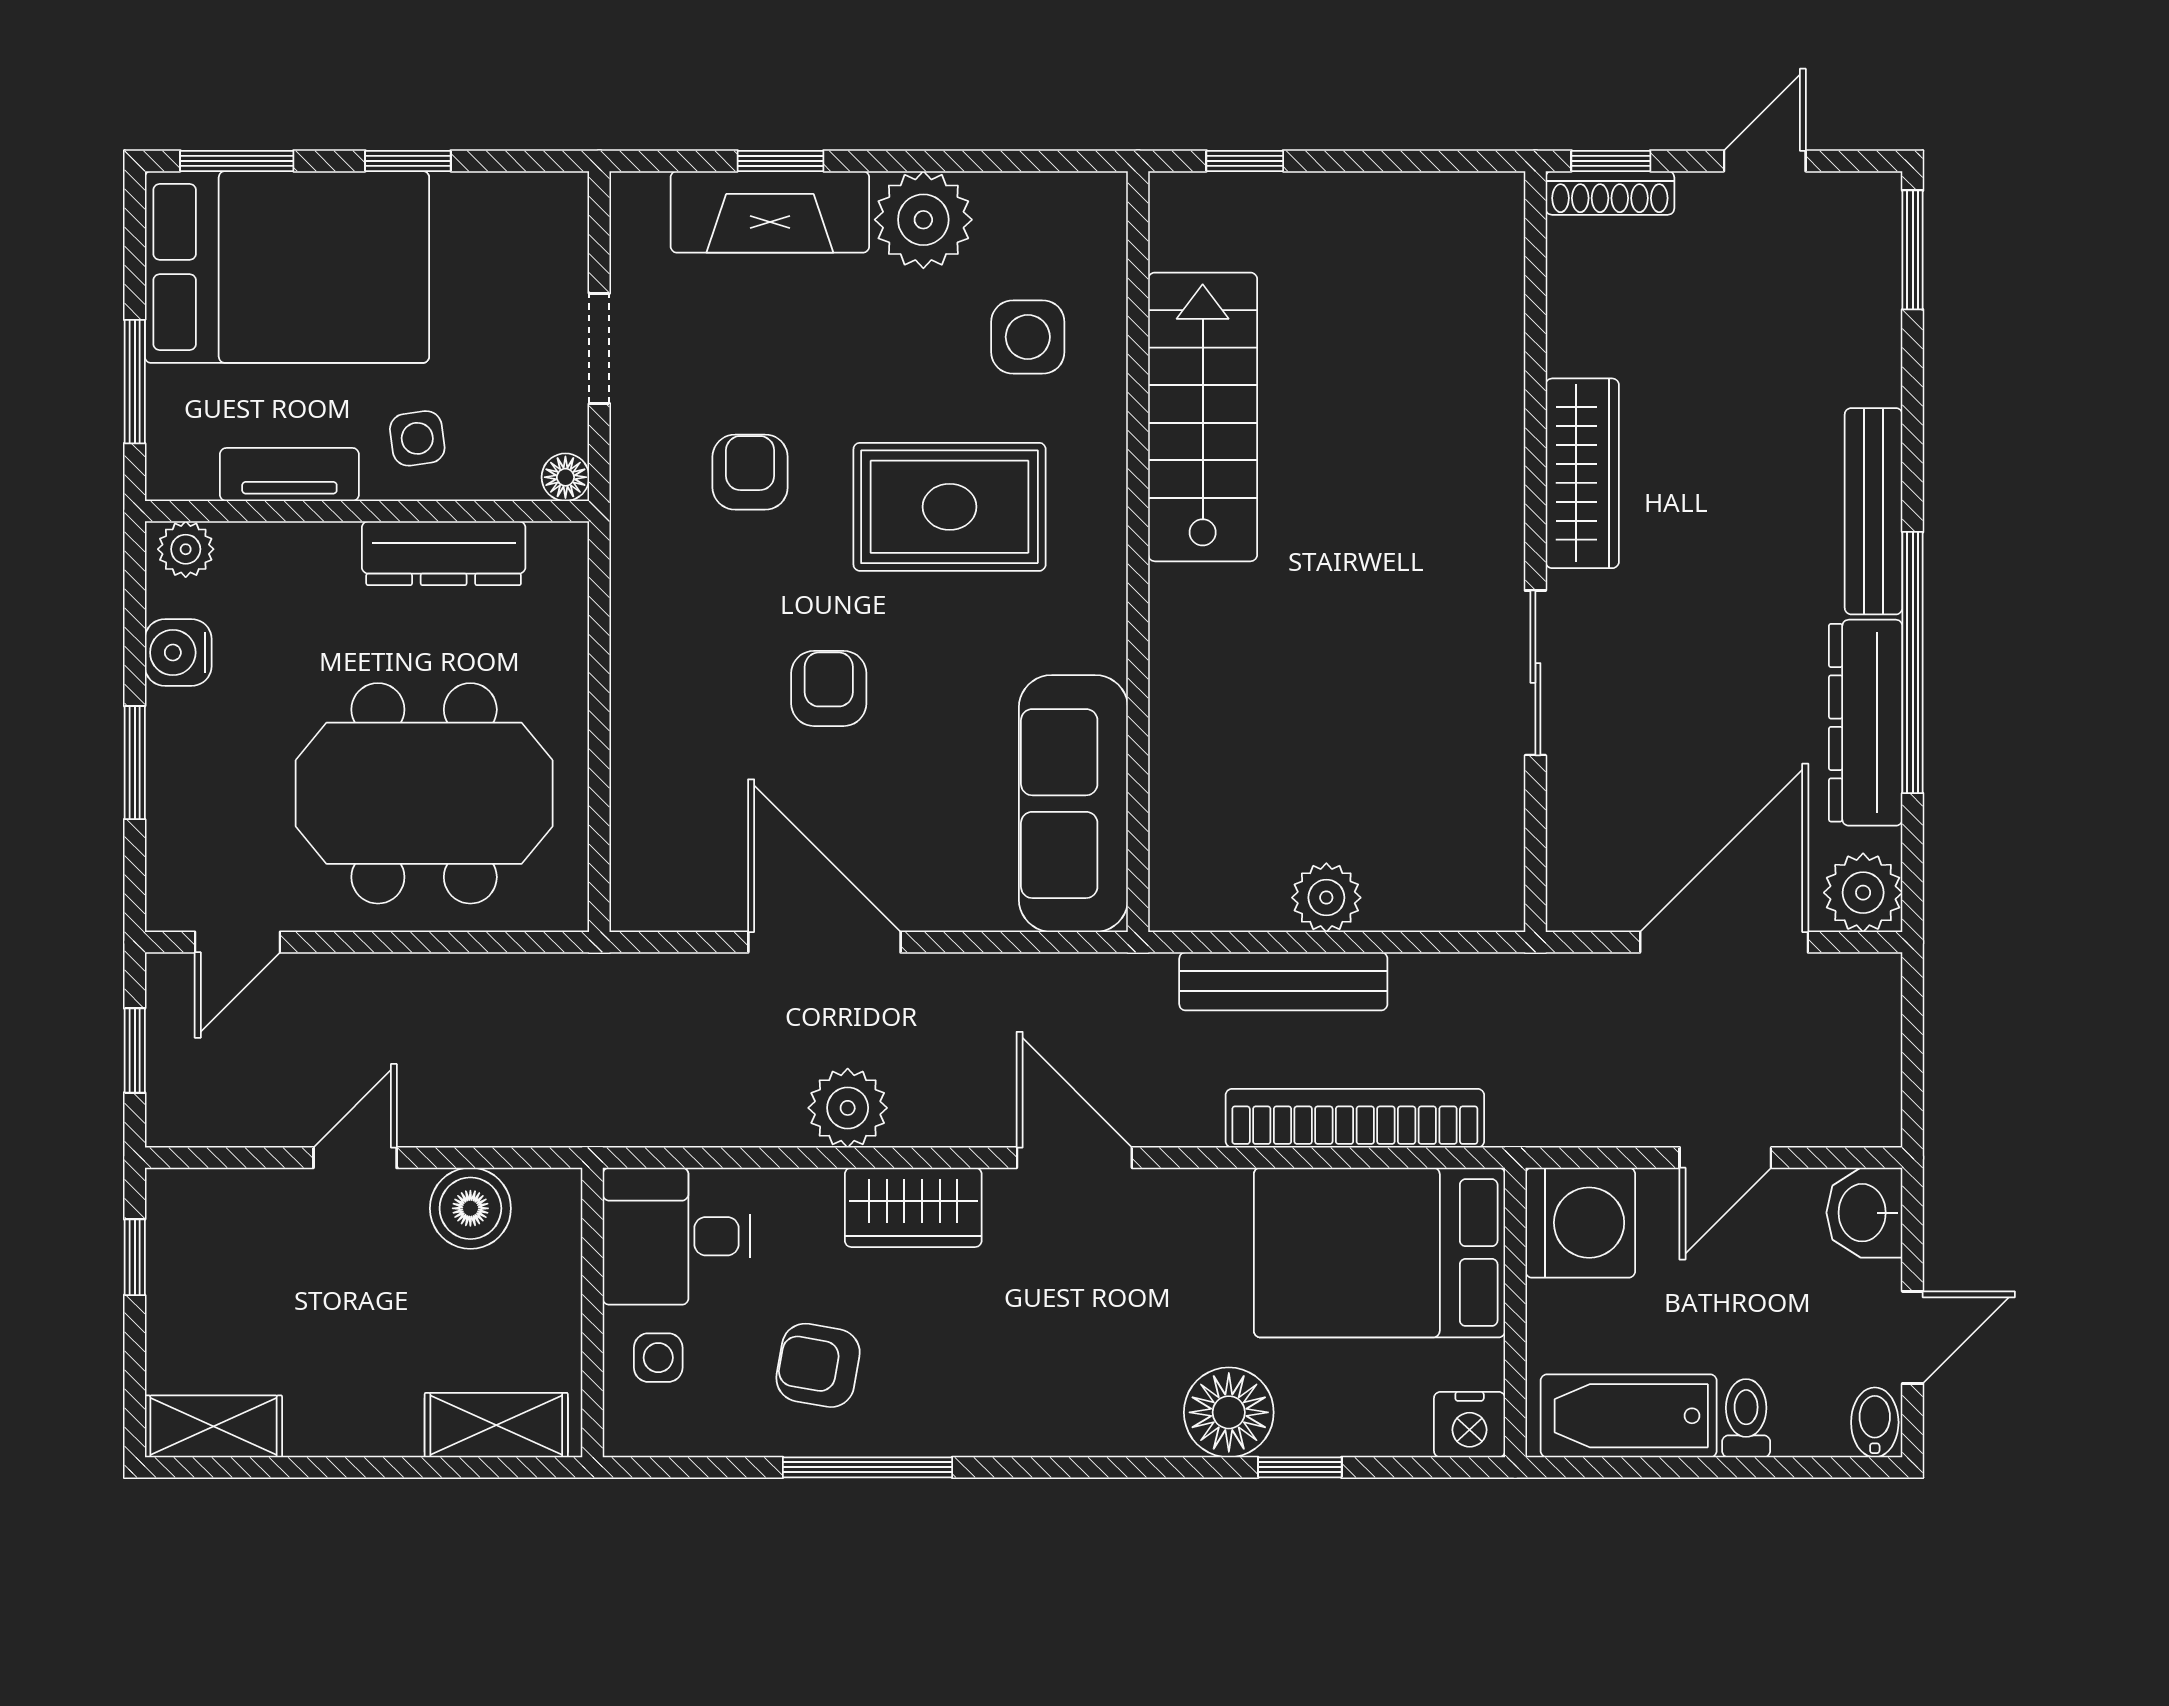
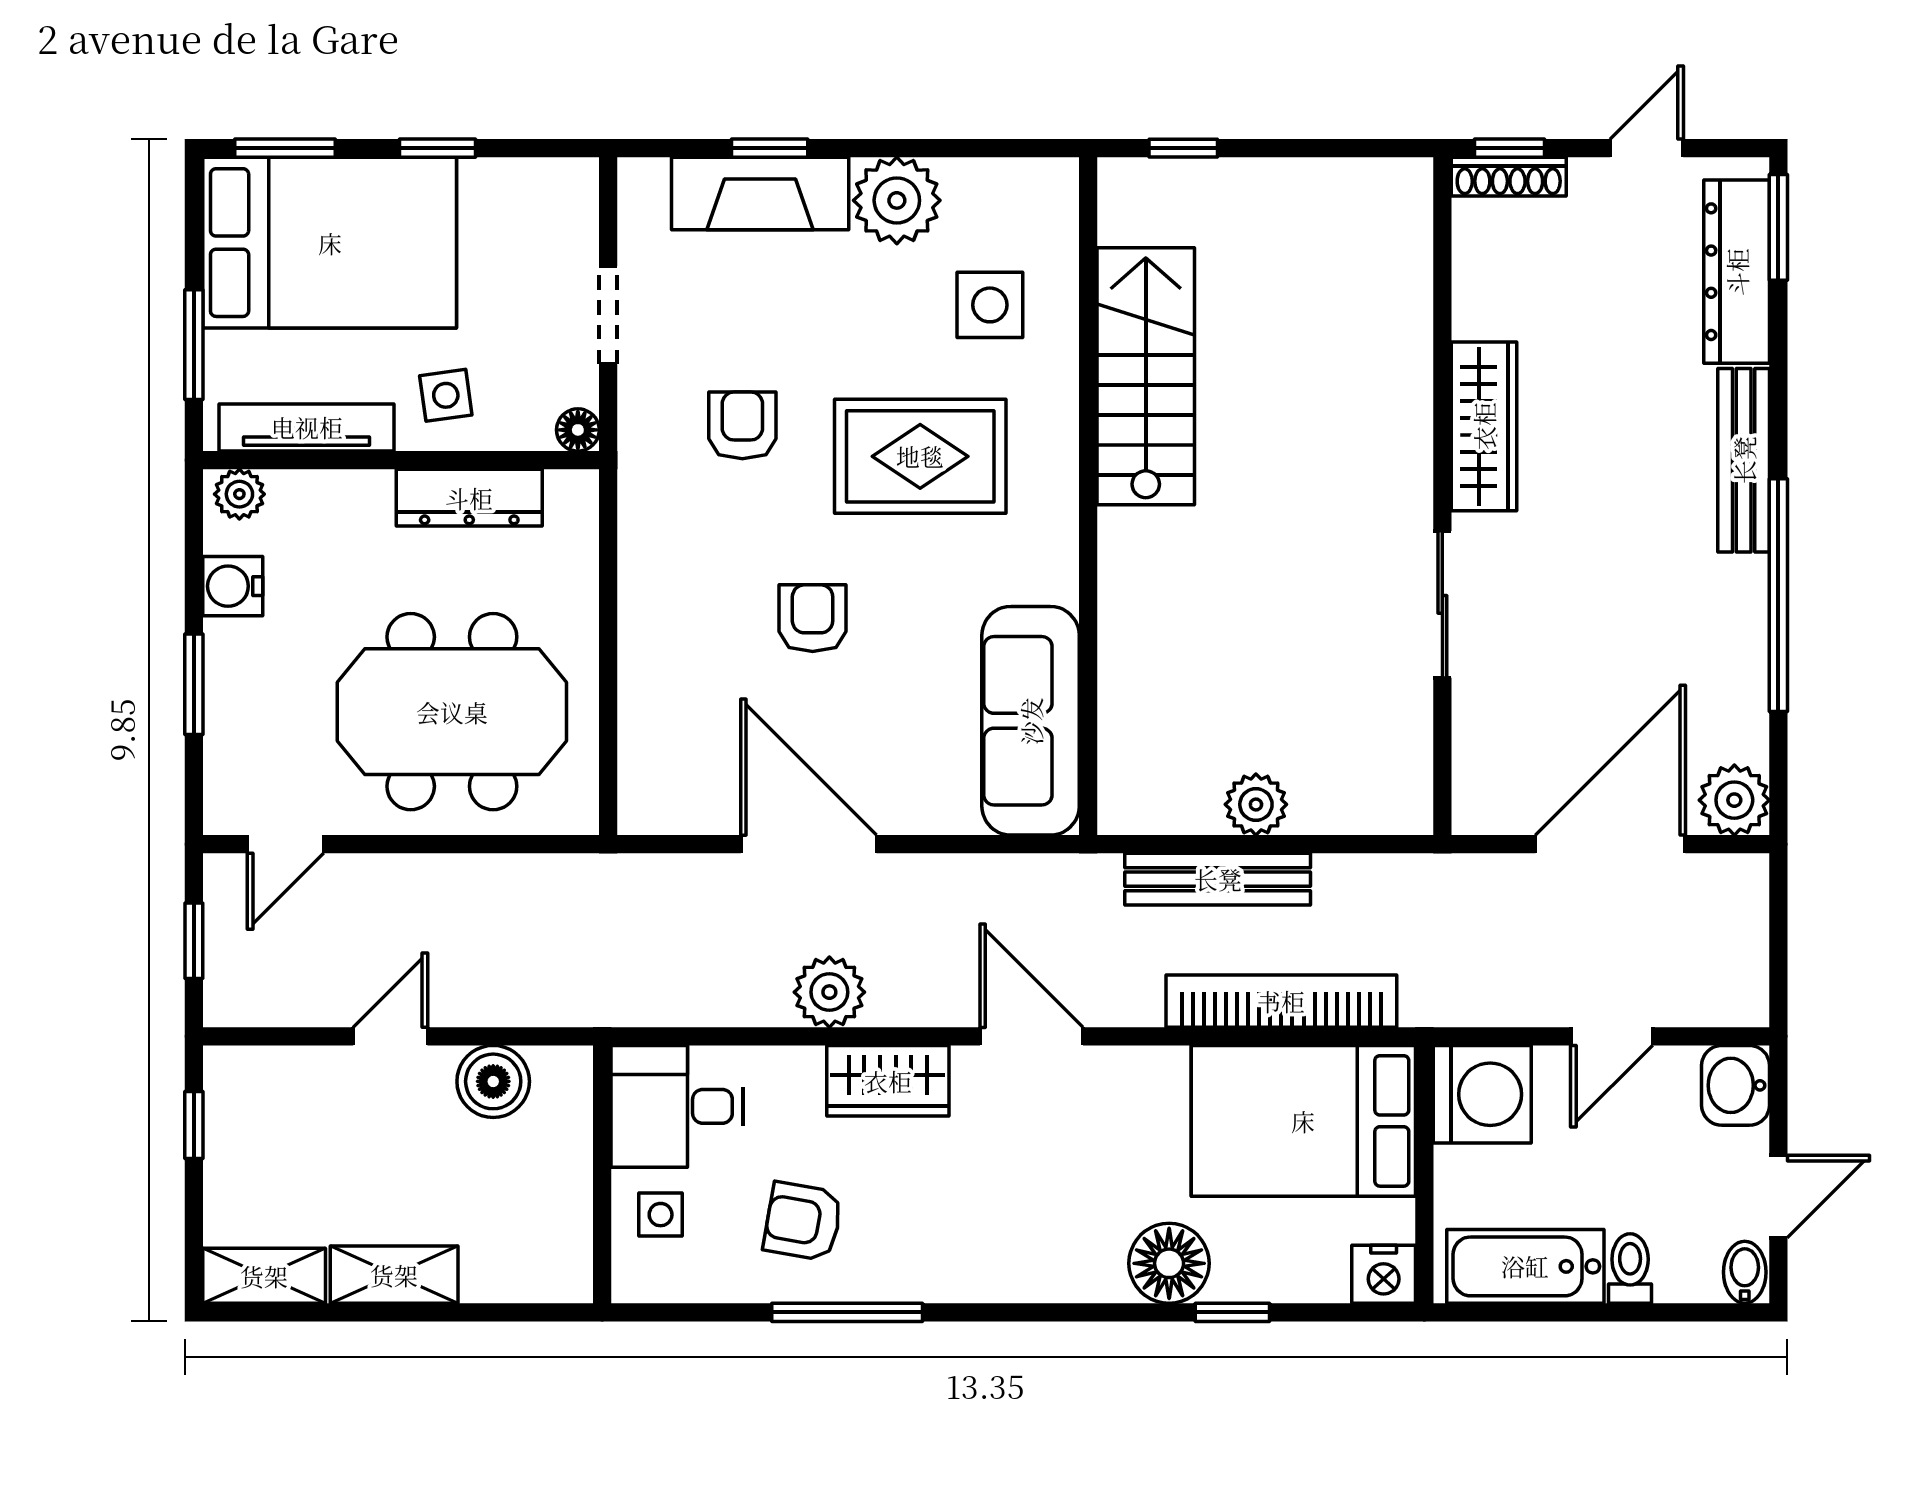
tv unit: (289, 474) -> (307, 427), width x1.41
dresser: (1866, 723) -> (1737, 272), moved
shelving: (496, 1425) -> (394, 1275), moved

